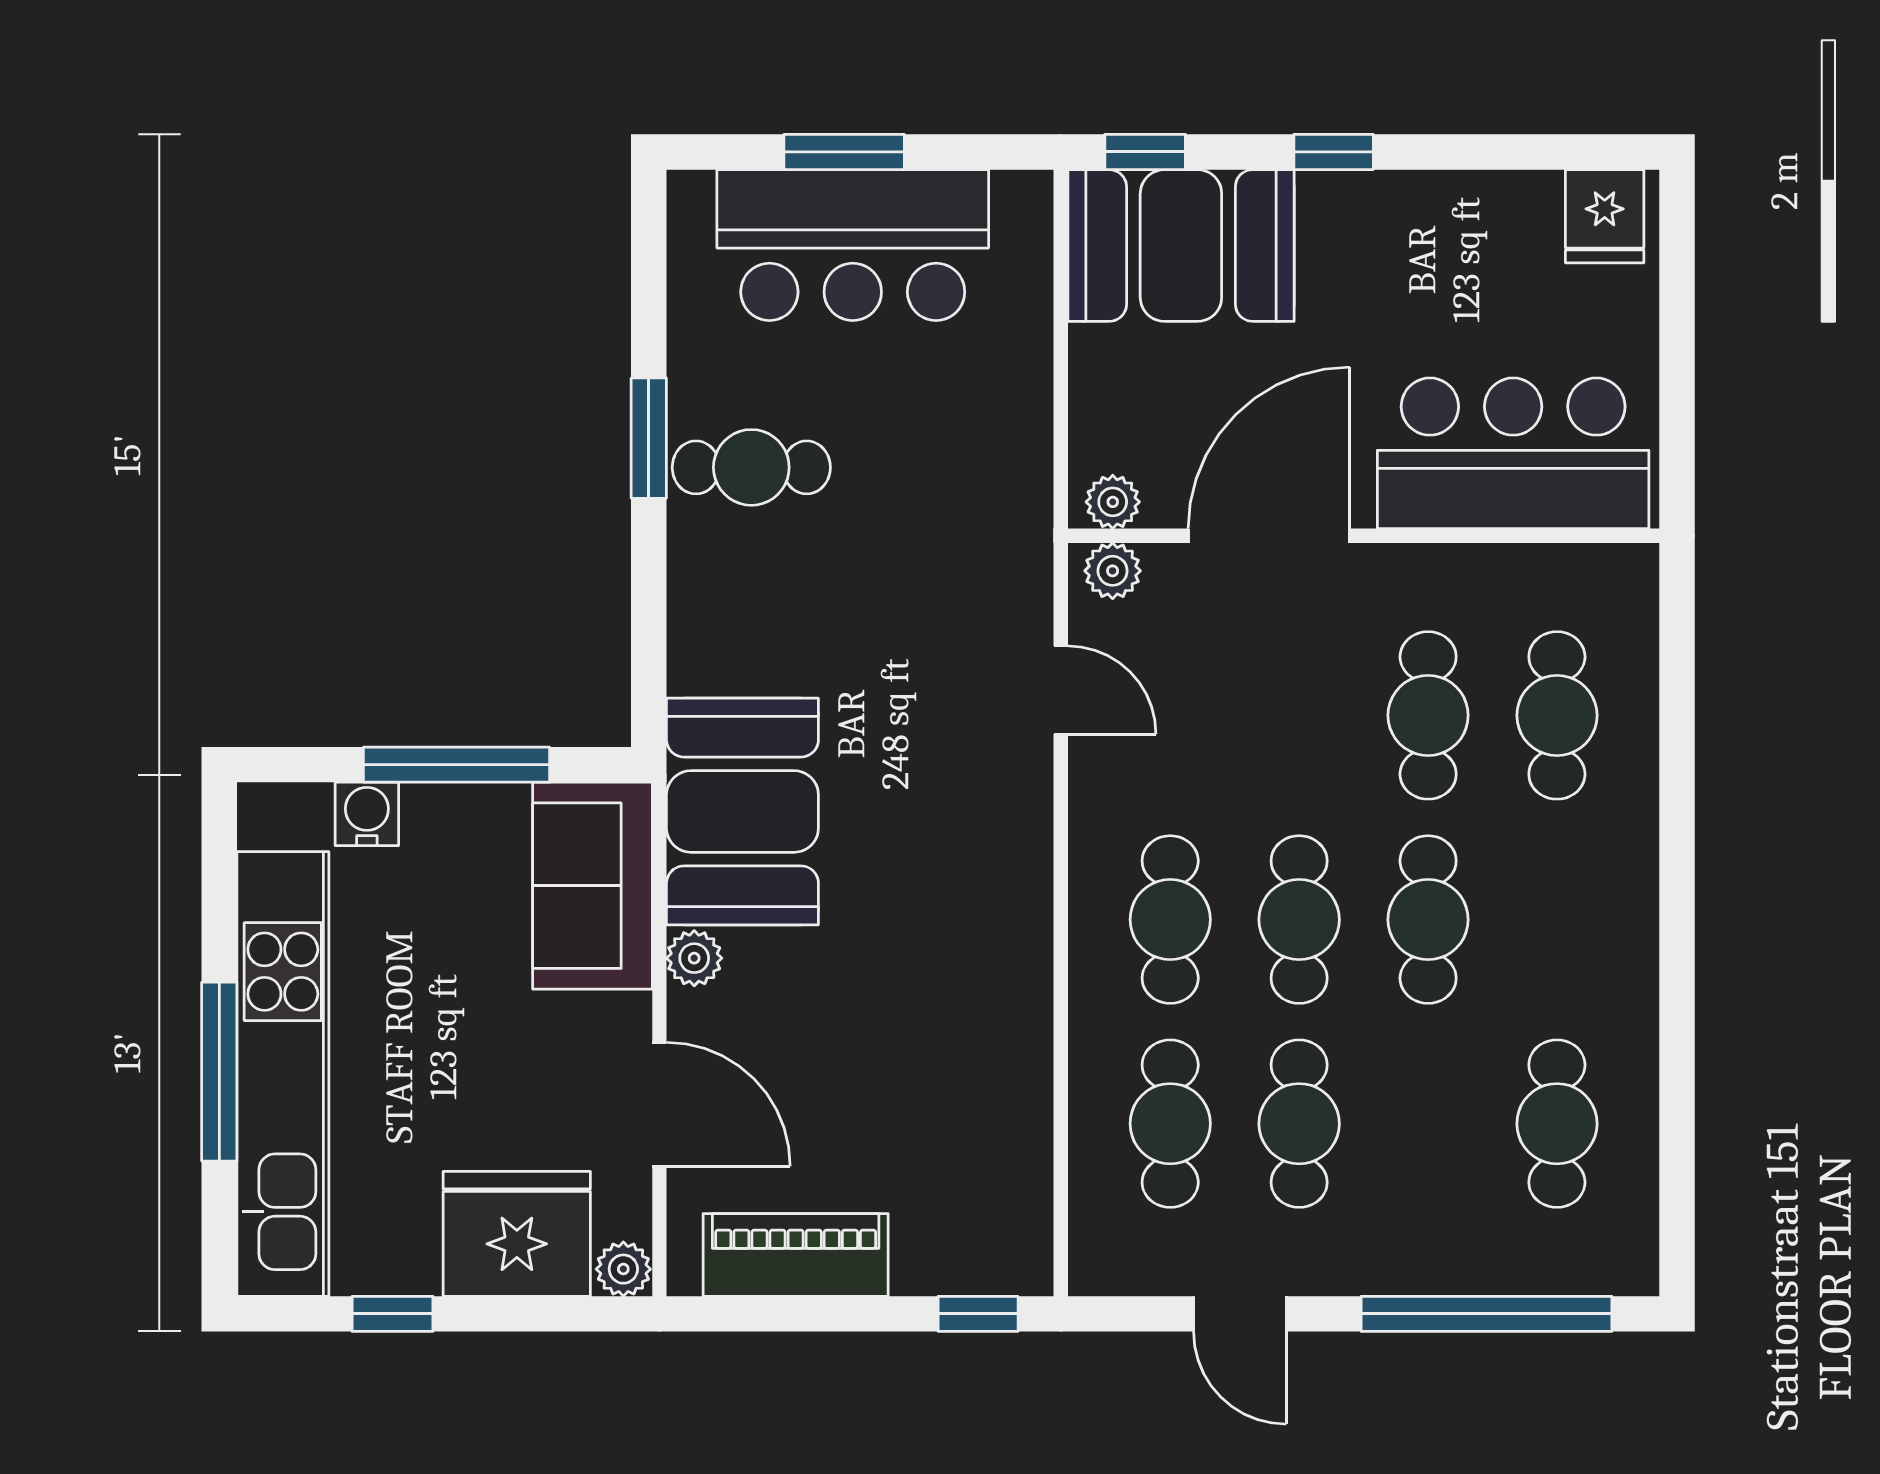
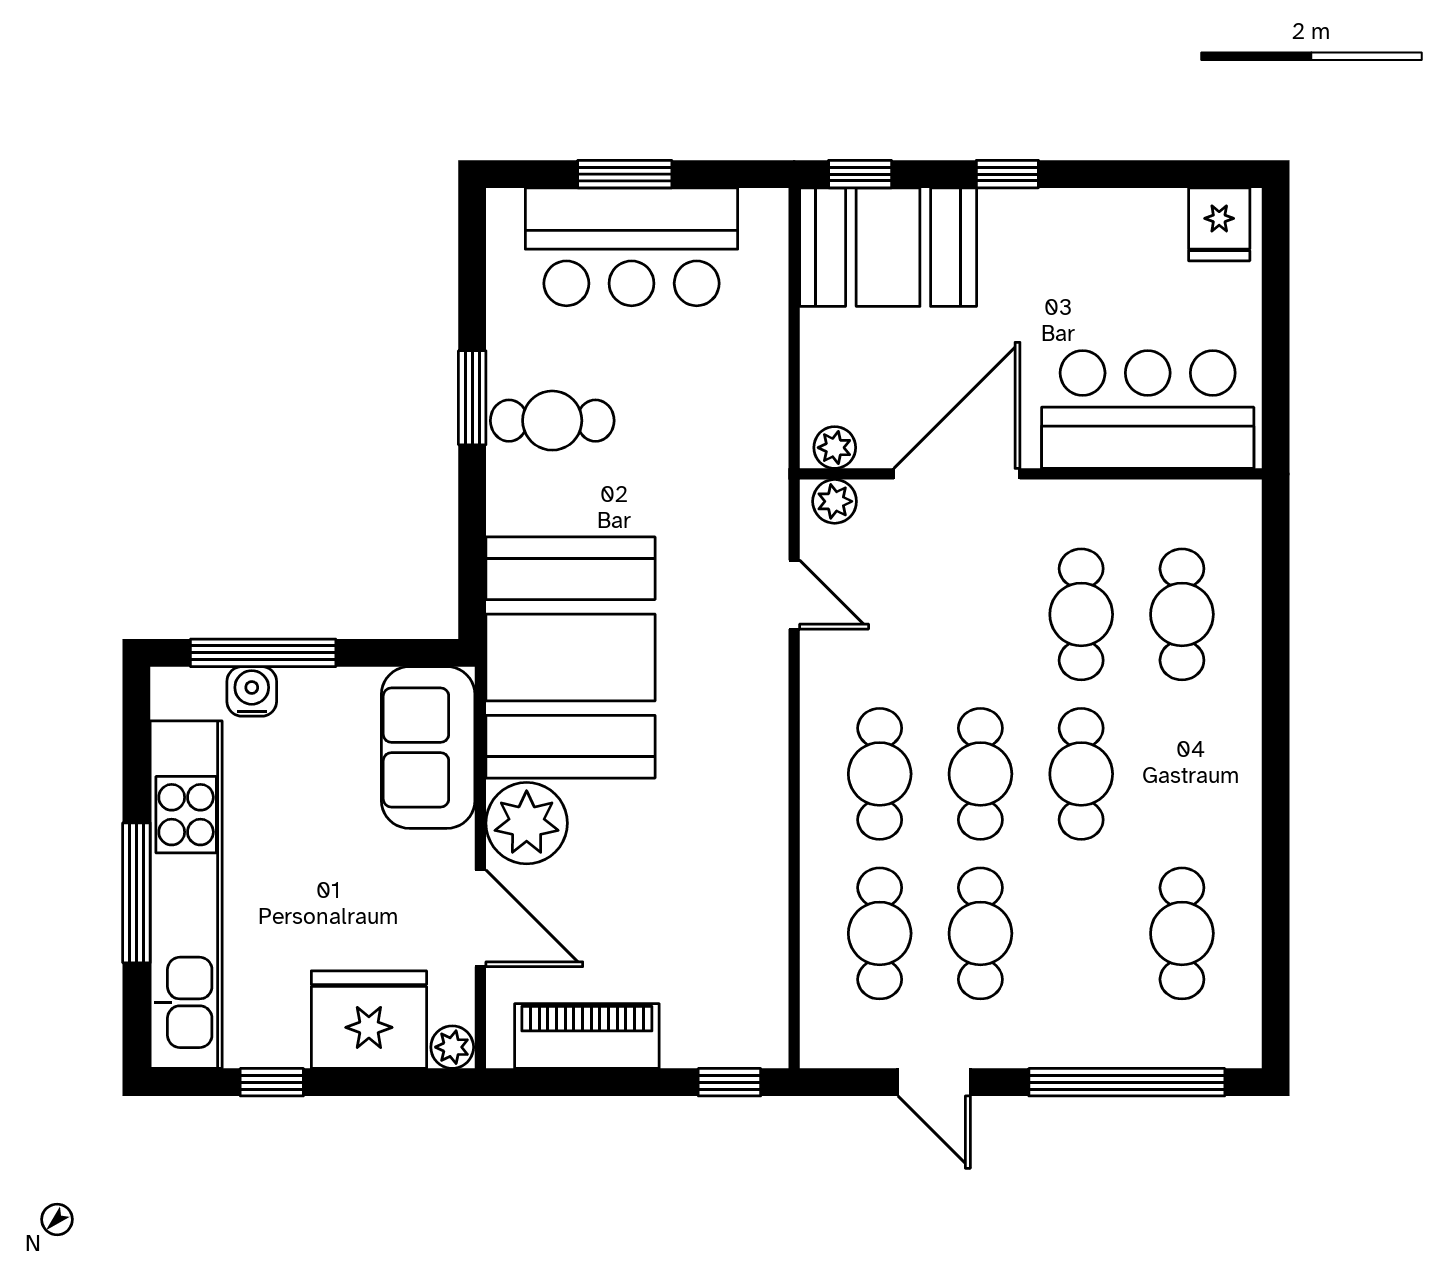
window: (456, 765) -> (263, 653), moved
booth: (742, 811) -> (570, 657), width x1.36, depth x1.42
plant: (694, 958) -> (527, 823), width x1.88, depth x1.88

